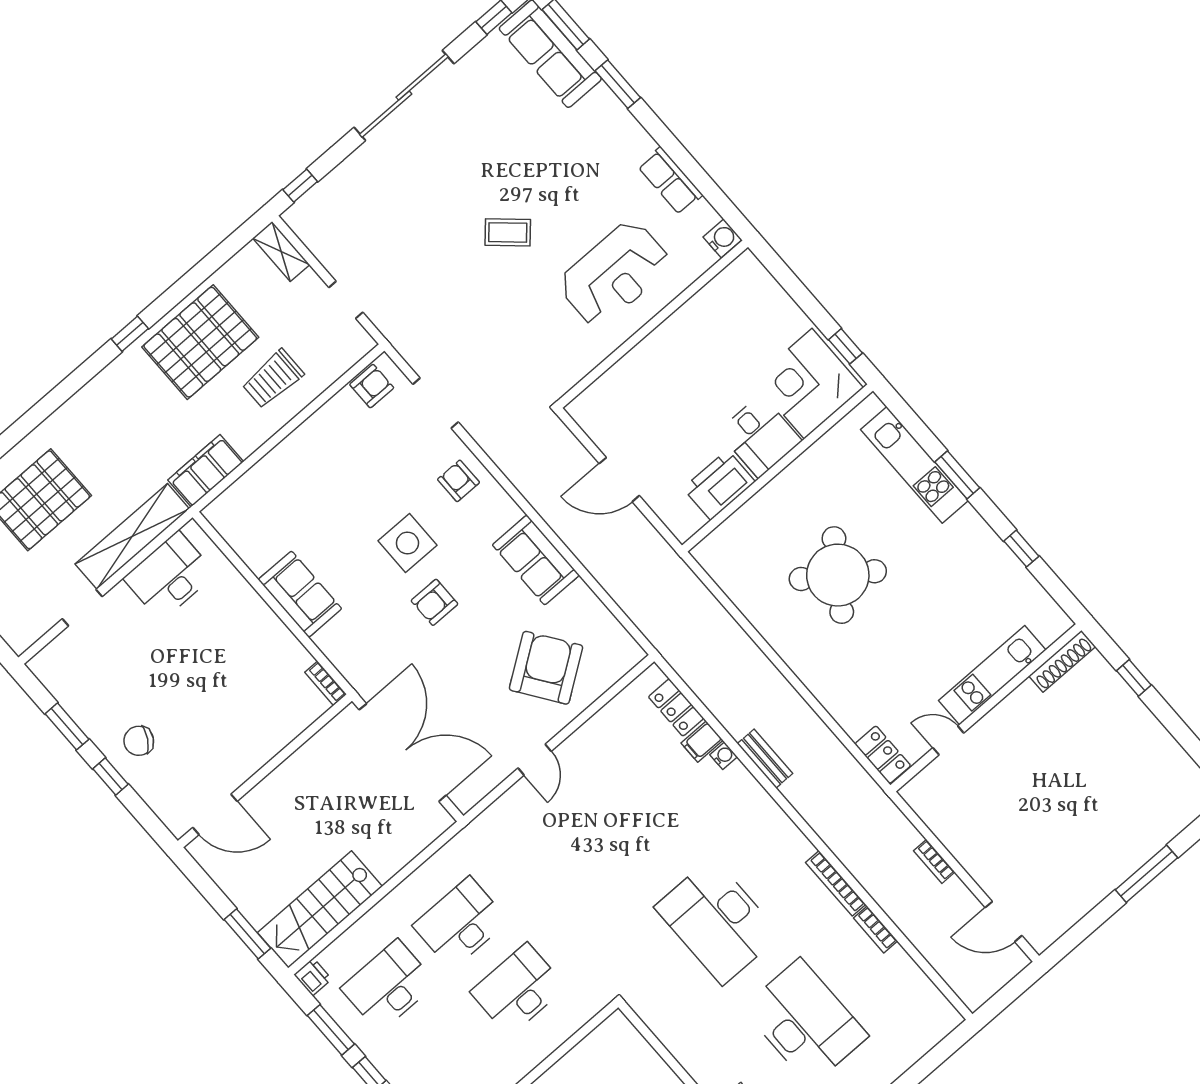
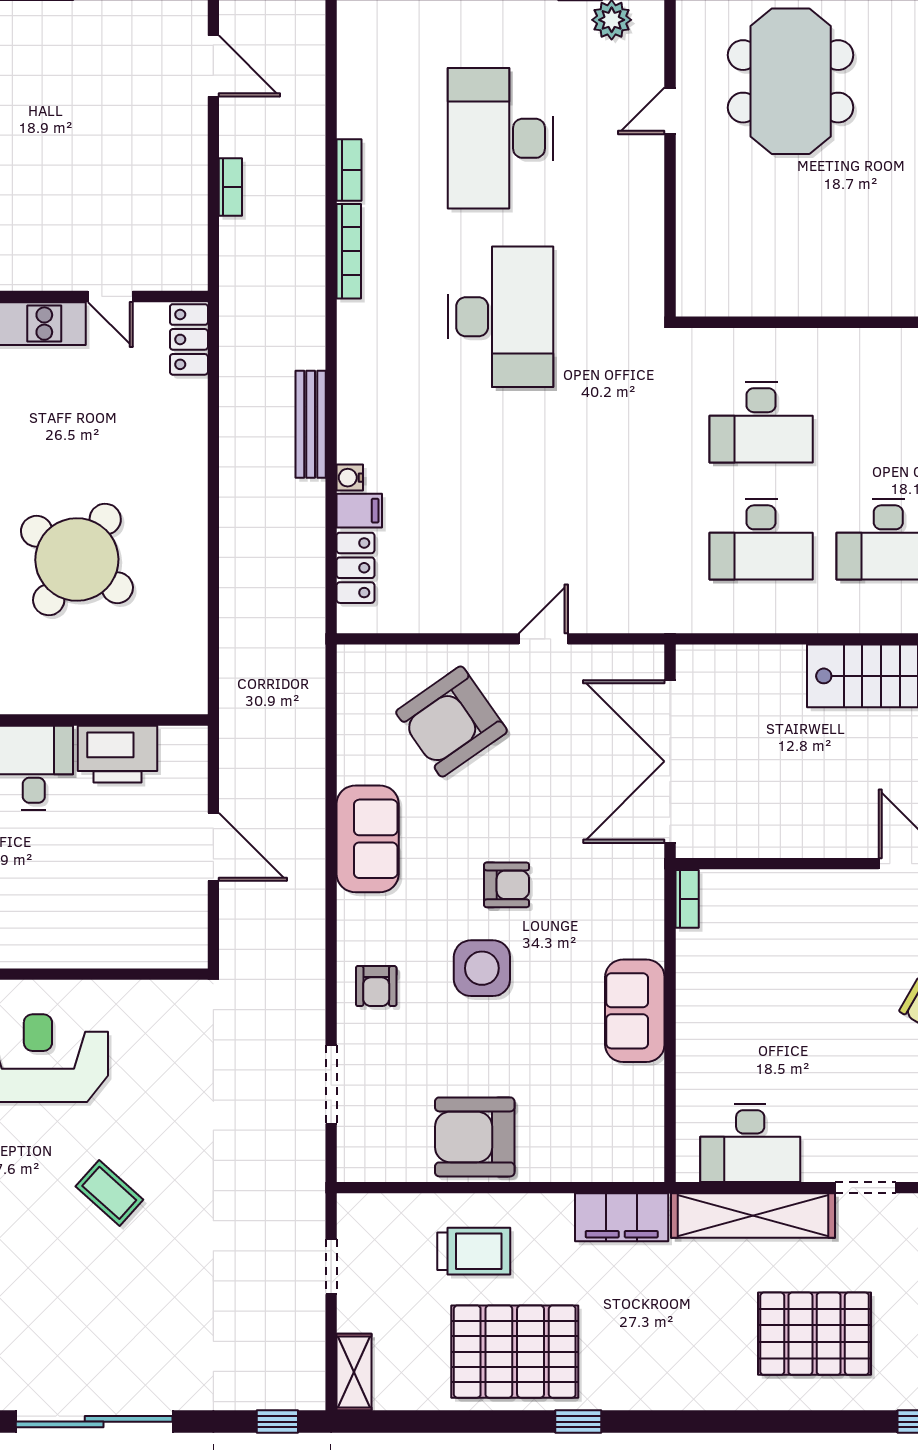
armchair: (372, 386) -> (475, 1137), moved, width x1.88, depth x1.88
bench: (765, 759) -> (311, 424), width x1.36

